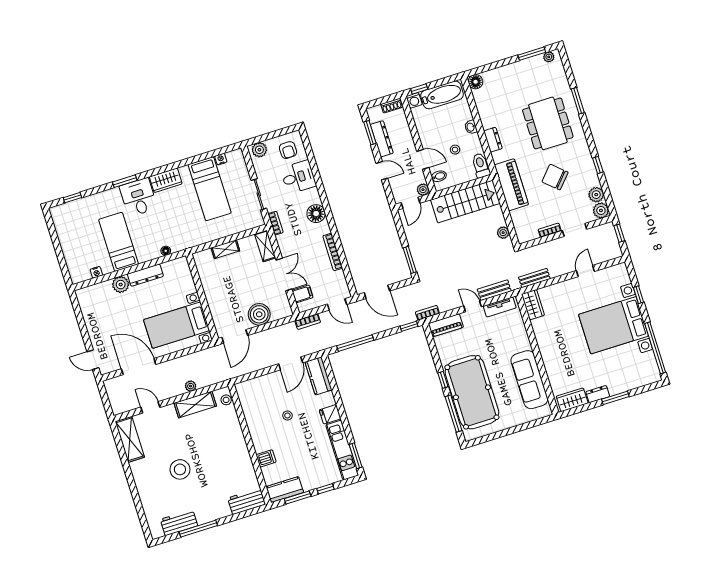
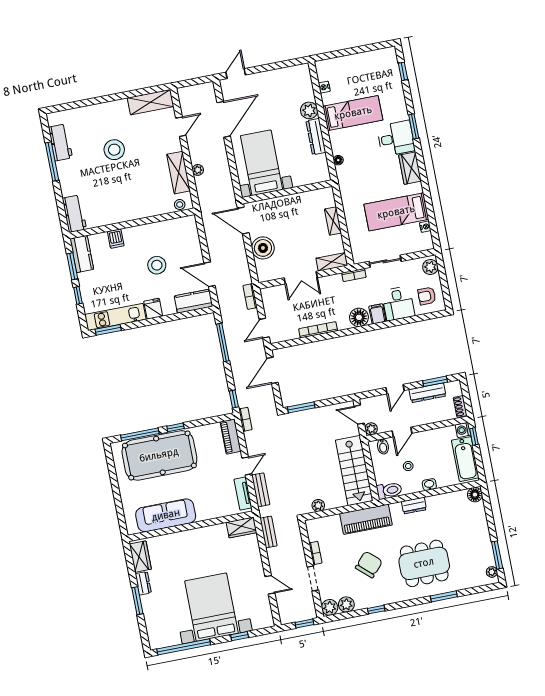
filing cabinet: (302, 294) -> (377, 314), moved, turned 180
stool: (287, 416) -> (157, 265), width x1.89, depth x1.89

